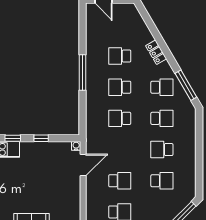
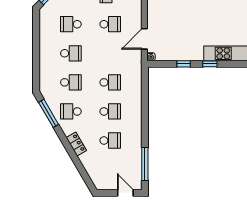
window: (82, 73) -> (145, 164), moved
school desk: (162, 118) -> (71, 82), turned 180
school desk: (120, 181) -> (110, 24), turned 180

